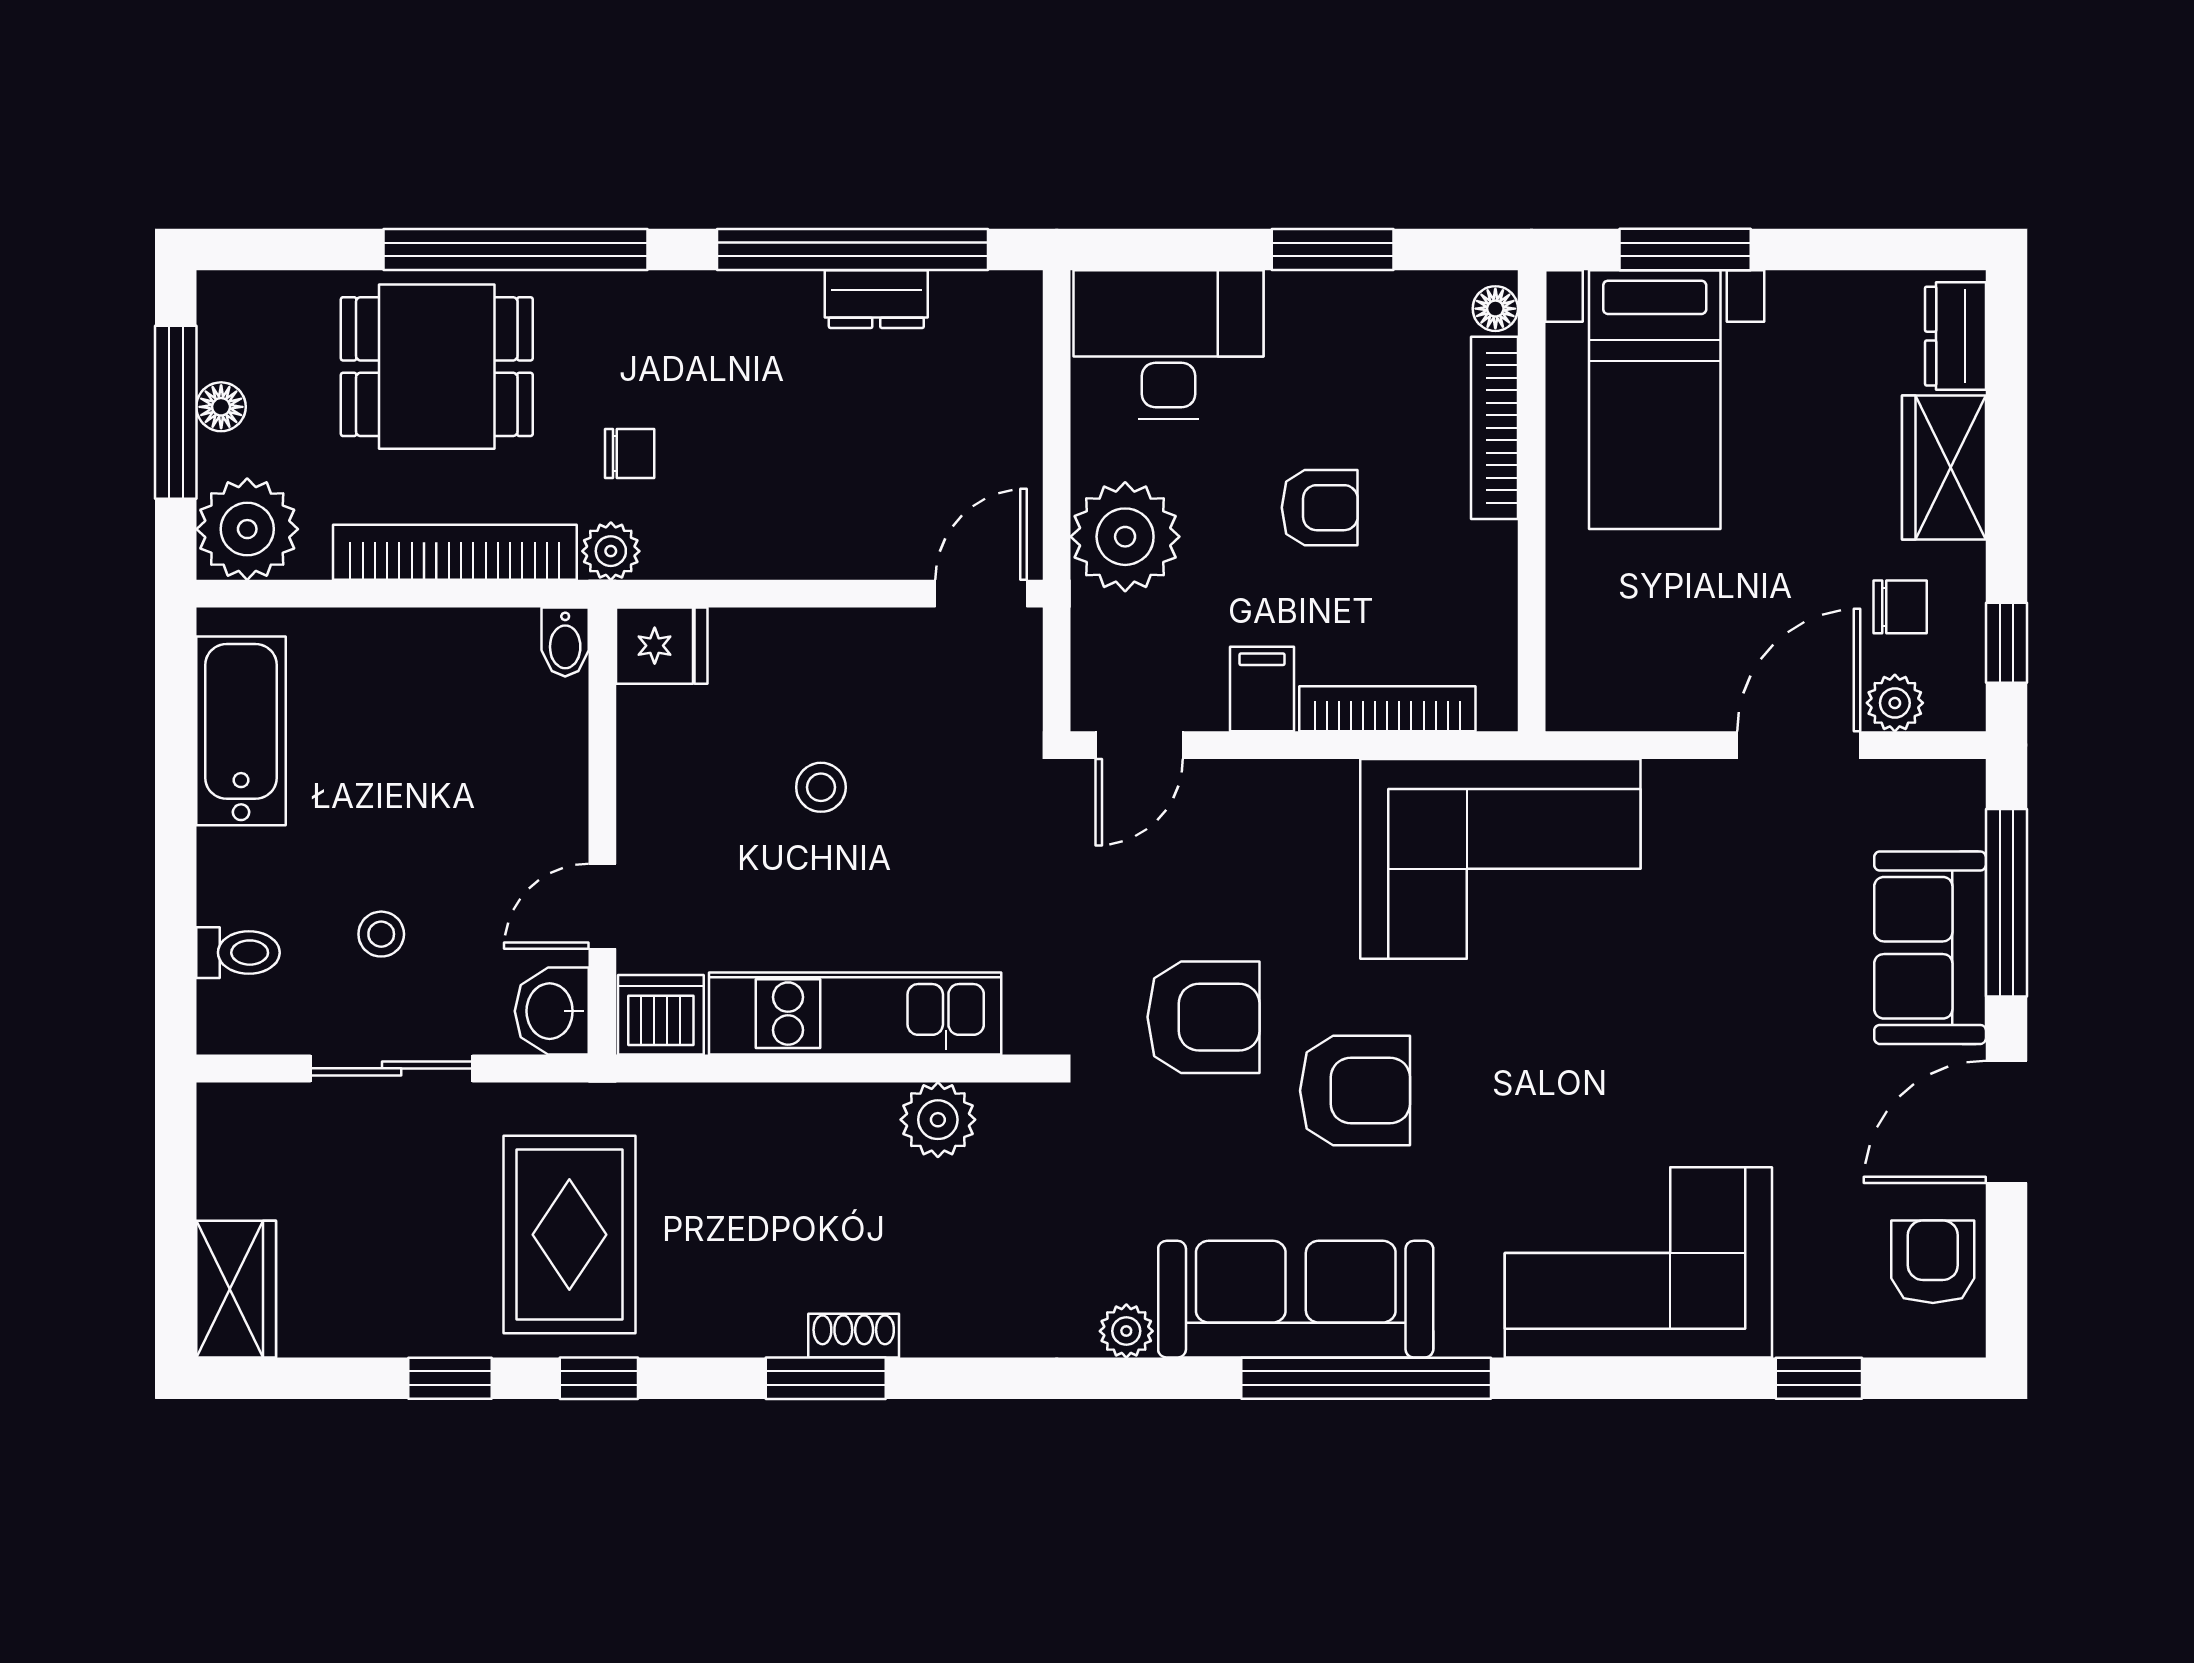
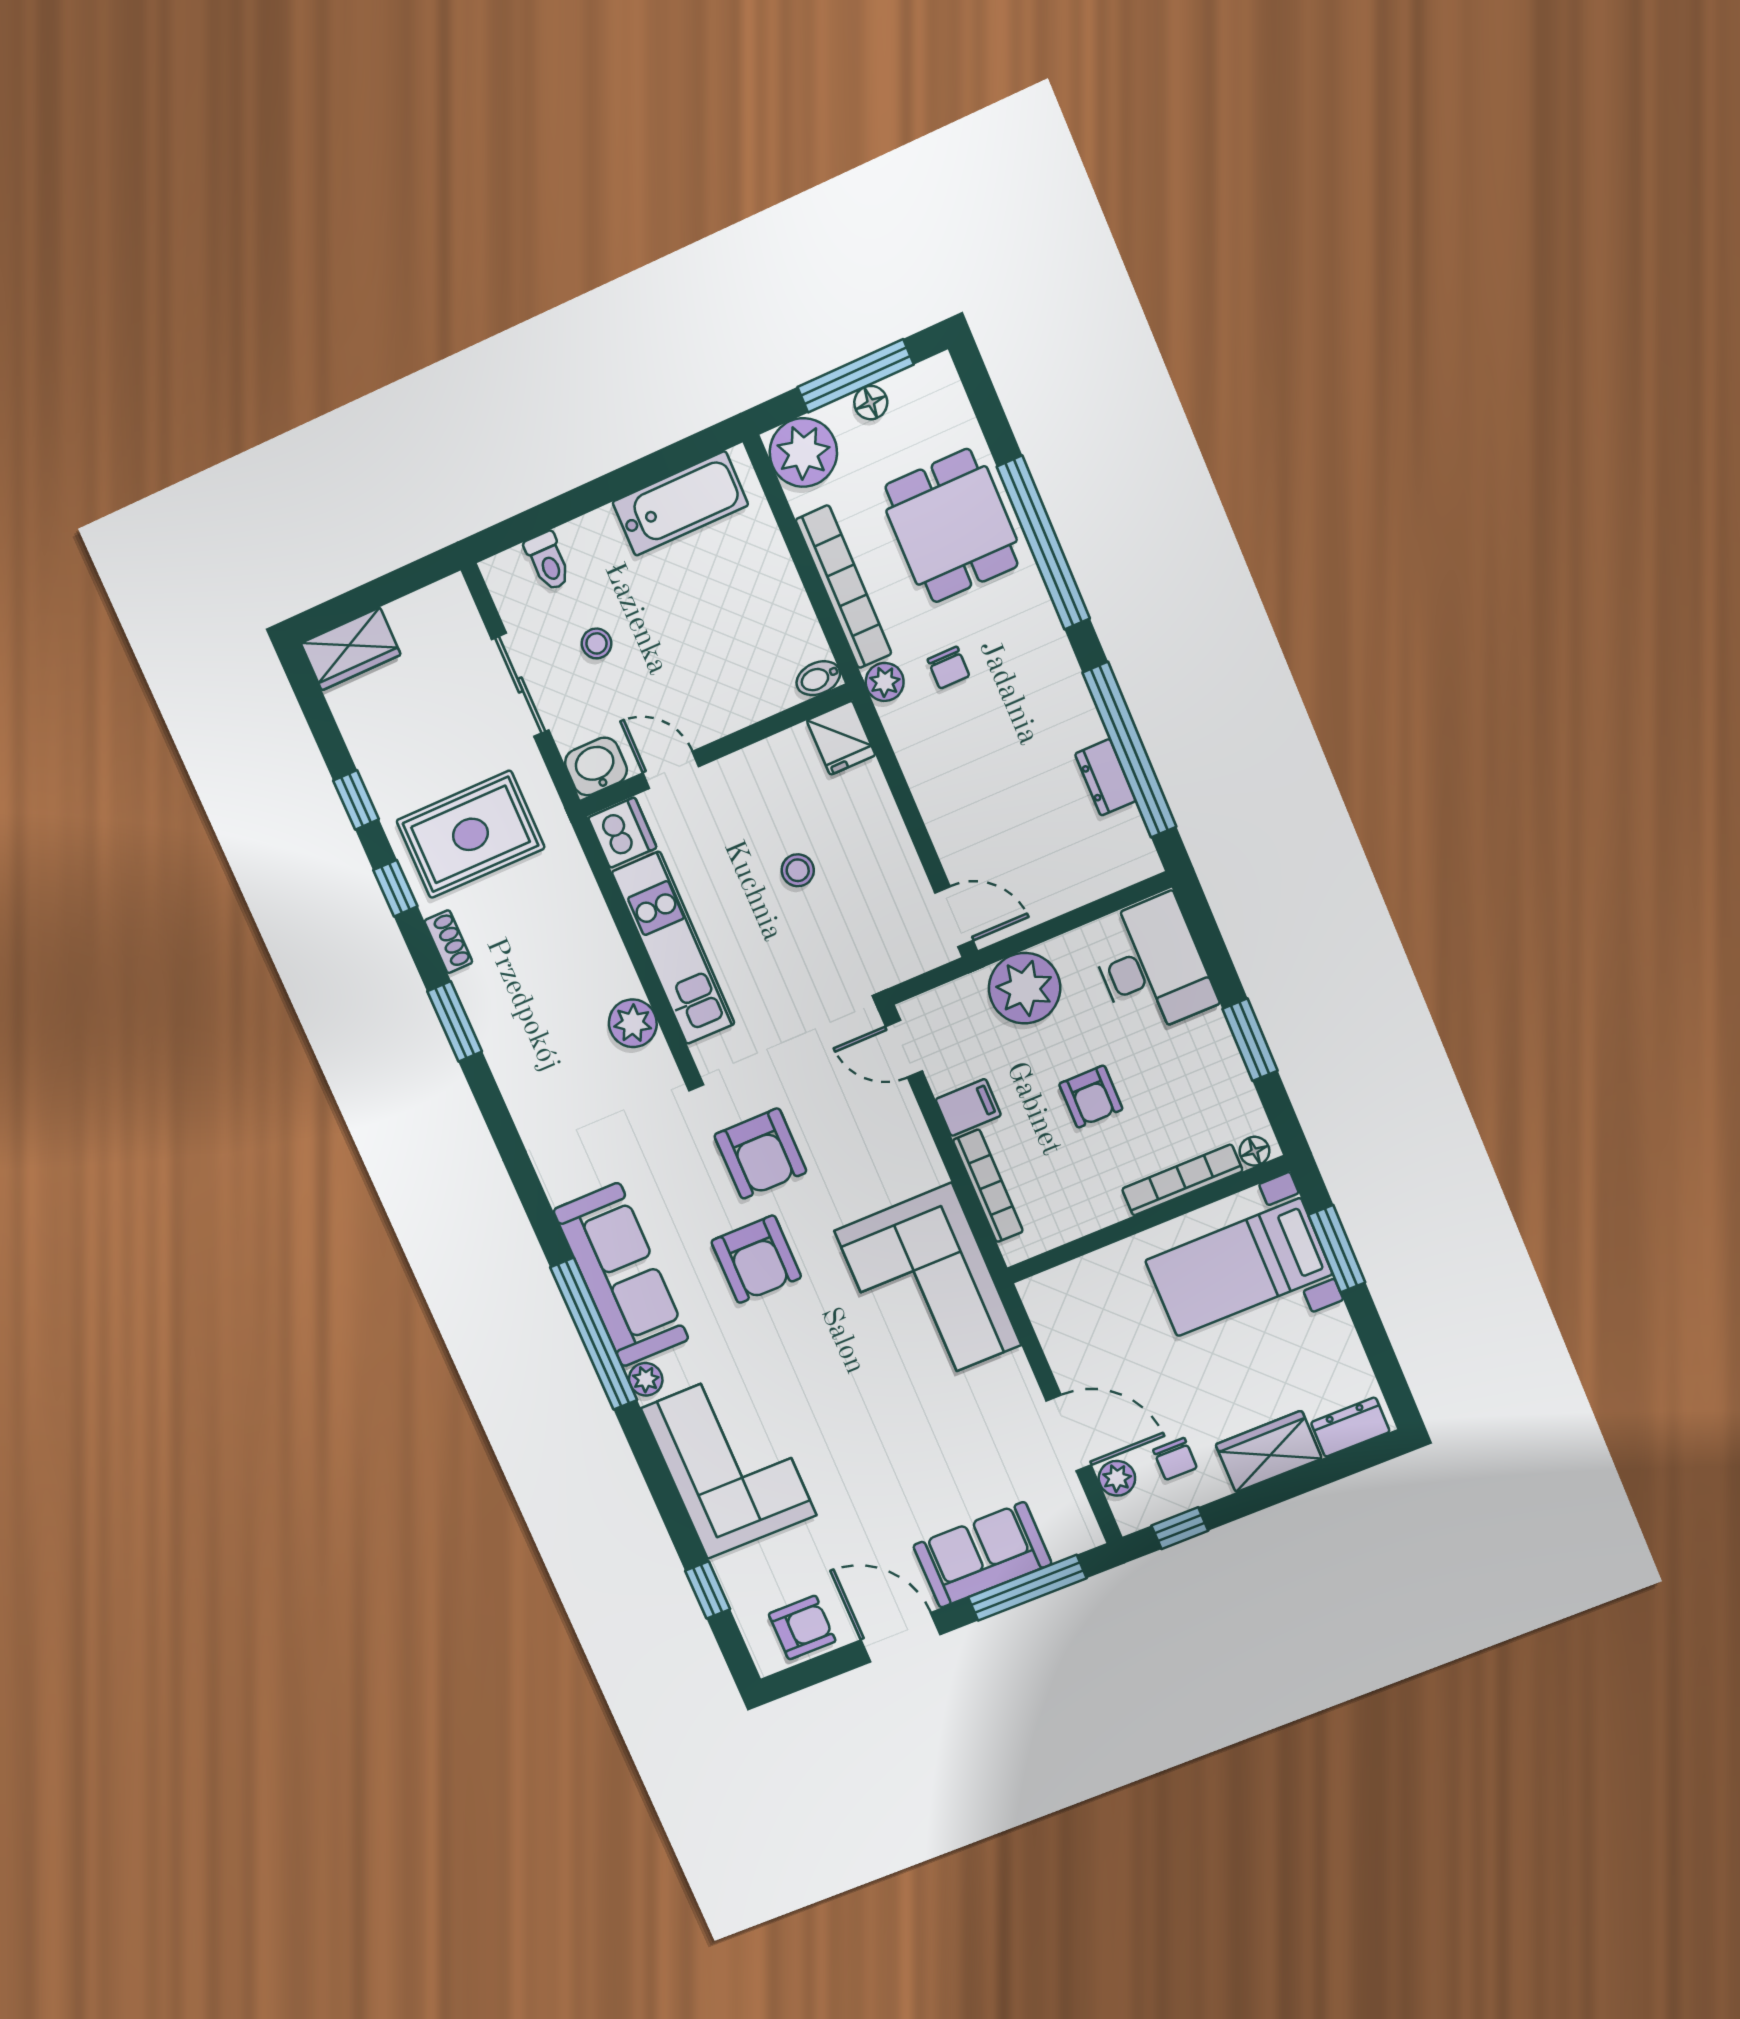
plant: (1126, 1331) -> (646, 1379), moved
shoe rack: (854, 1336) -> (448, 942), moved

